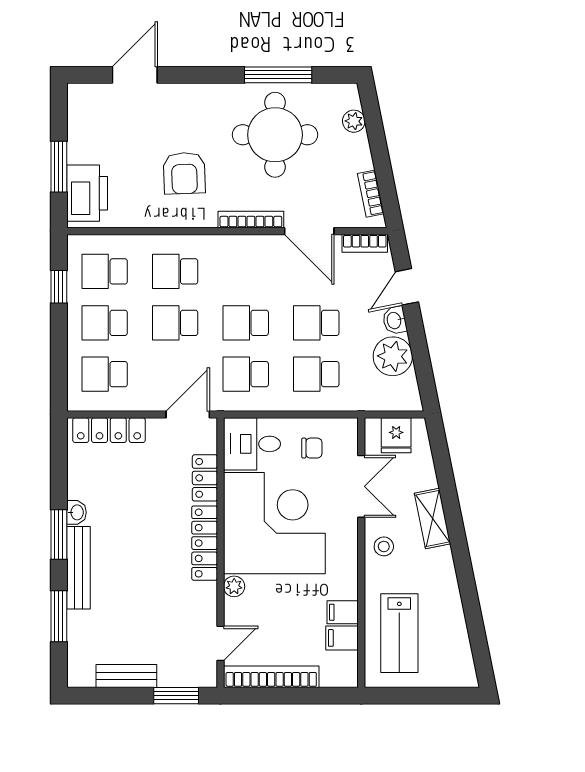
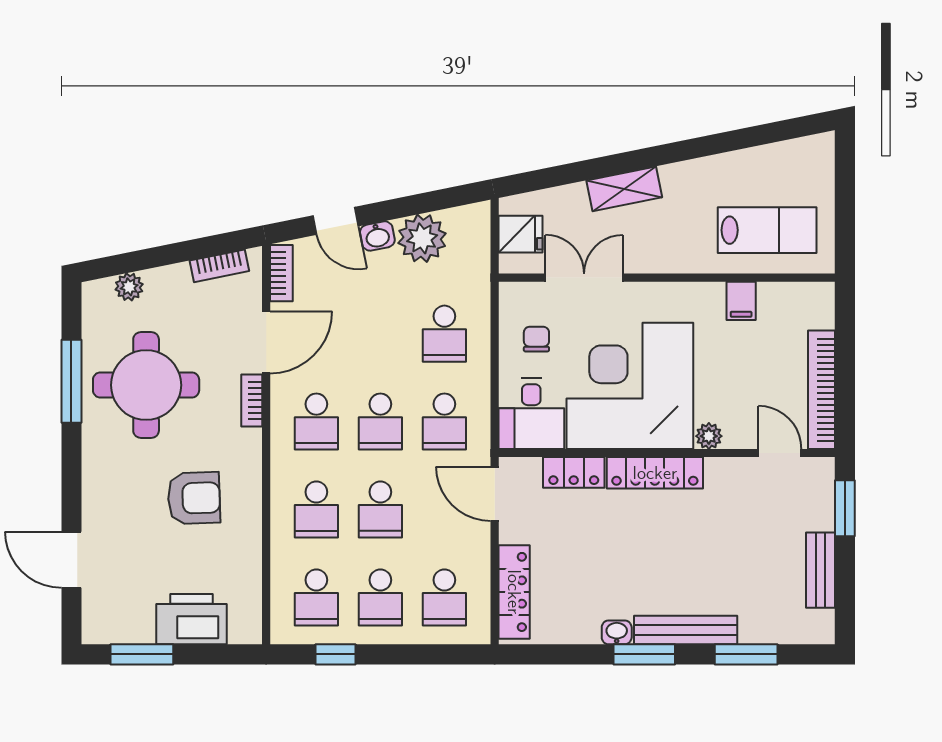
window: (59, 167) -> (142, 654), moved
printer: (87, 193) -> (191, 619), moved
bookcase: (251, 220) -> (252, 400), width x0.64
school desk: (316, 323) -> (316, 422), moved
stool: (384, 546) -> (659, 249), removed
filing cabinet: (342, 638) -> (773, 302), removed

